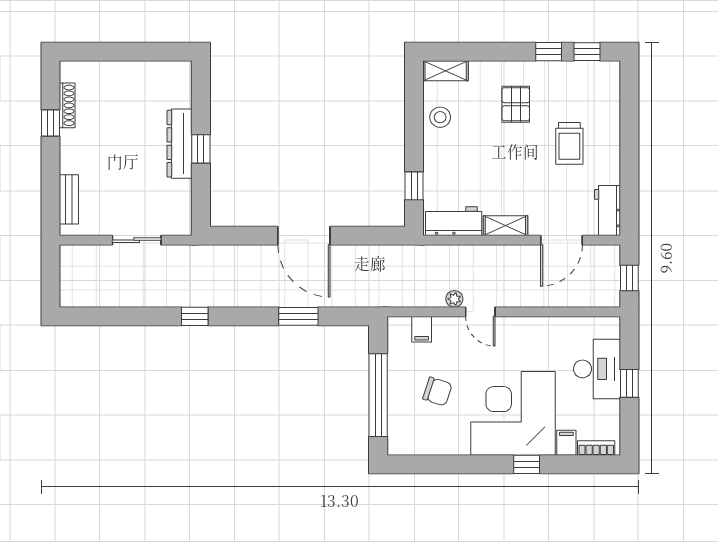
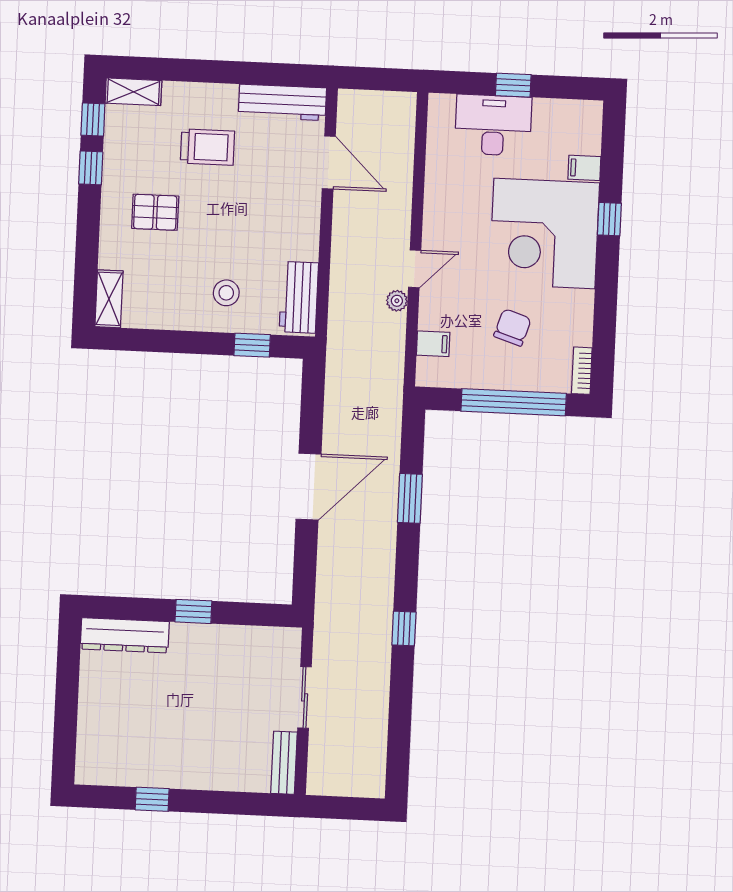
shoe rack: (67, 105) -> (131, 777), removed
stool: (440, 117) -> (226, 293), moved
dresser: (179, 144) -> (125, 635), moved
bench: (69, 199) -> (284, 763), moved, turned 90
workbench: (607, 210) -> (282, 102), width x1.38
shelving: (505, 226) -> (133, 92), moved, turned 90
window: (629, 278) -> (381, 79), removed
bookcase: (596, 448) -> (582, 371), moved

